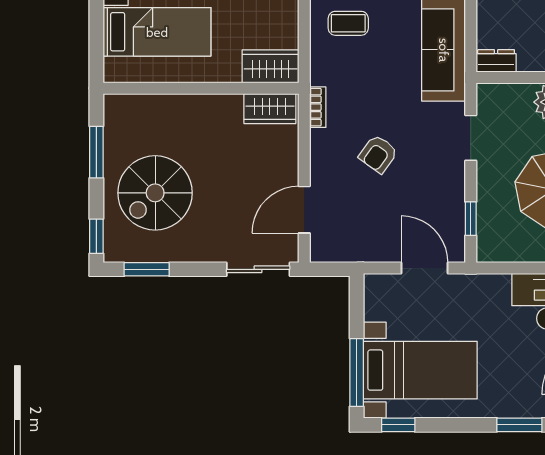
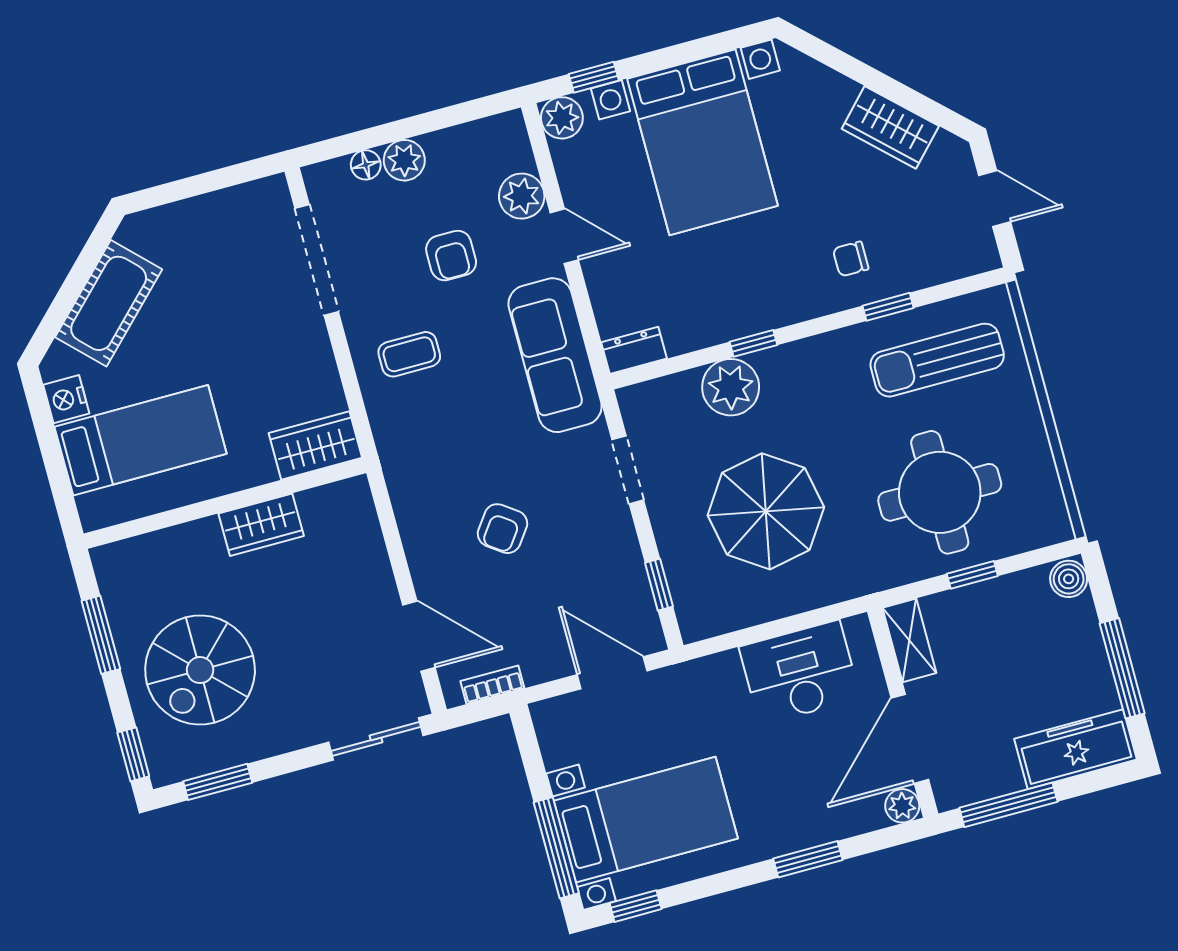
bookcase: (318, 107) -> (492, 685), moved, turned -90
wardrobe: (270, 109) -> (261, 525), moved
door: (304, 210) -> (419, 636), swing flipped

